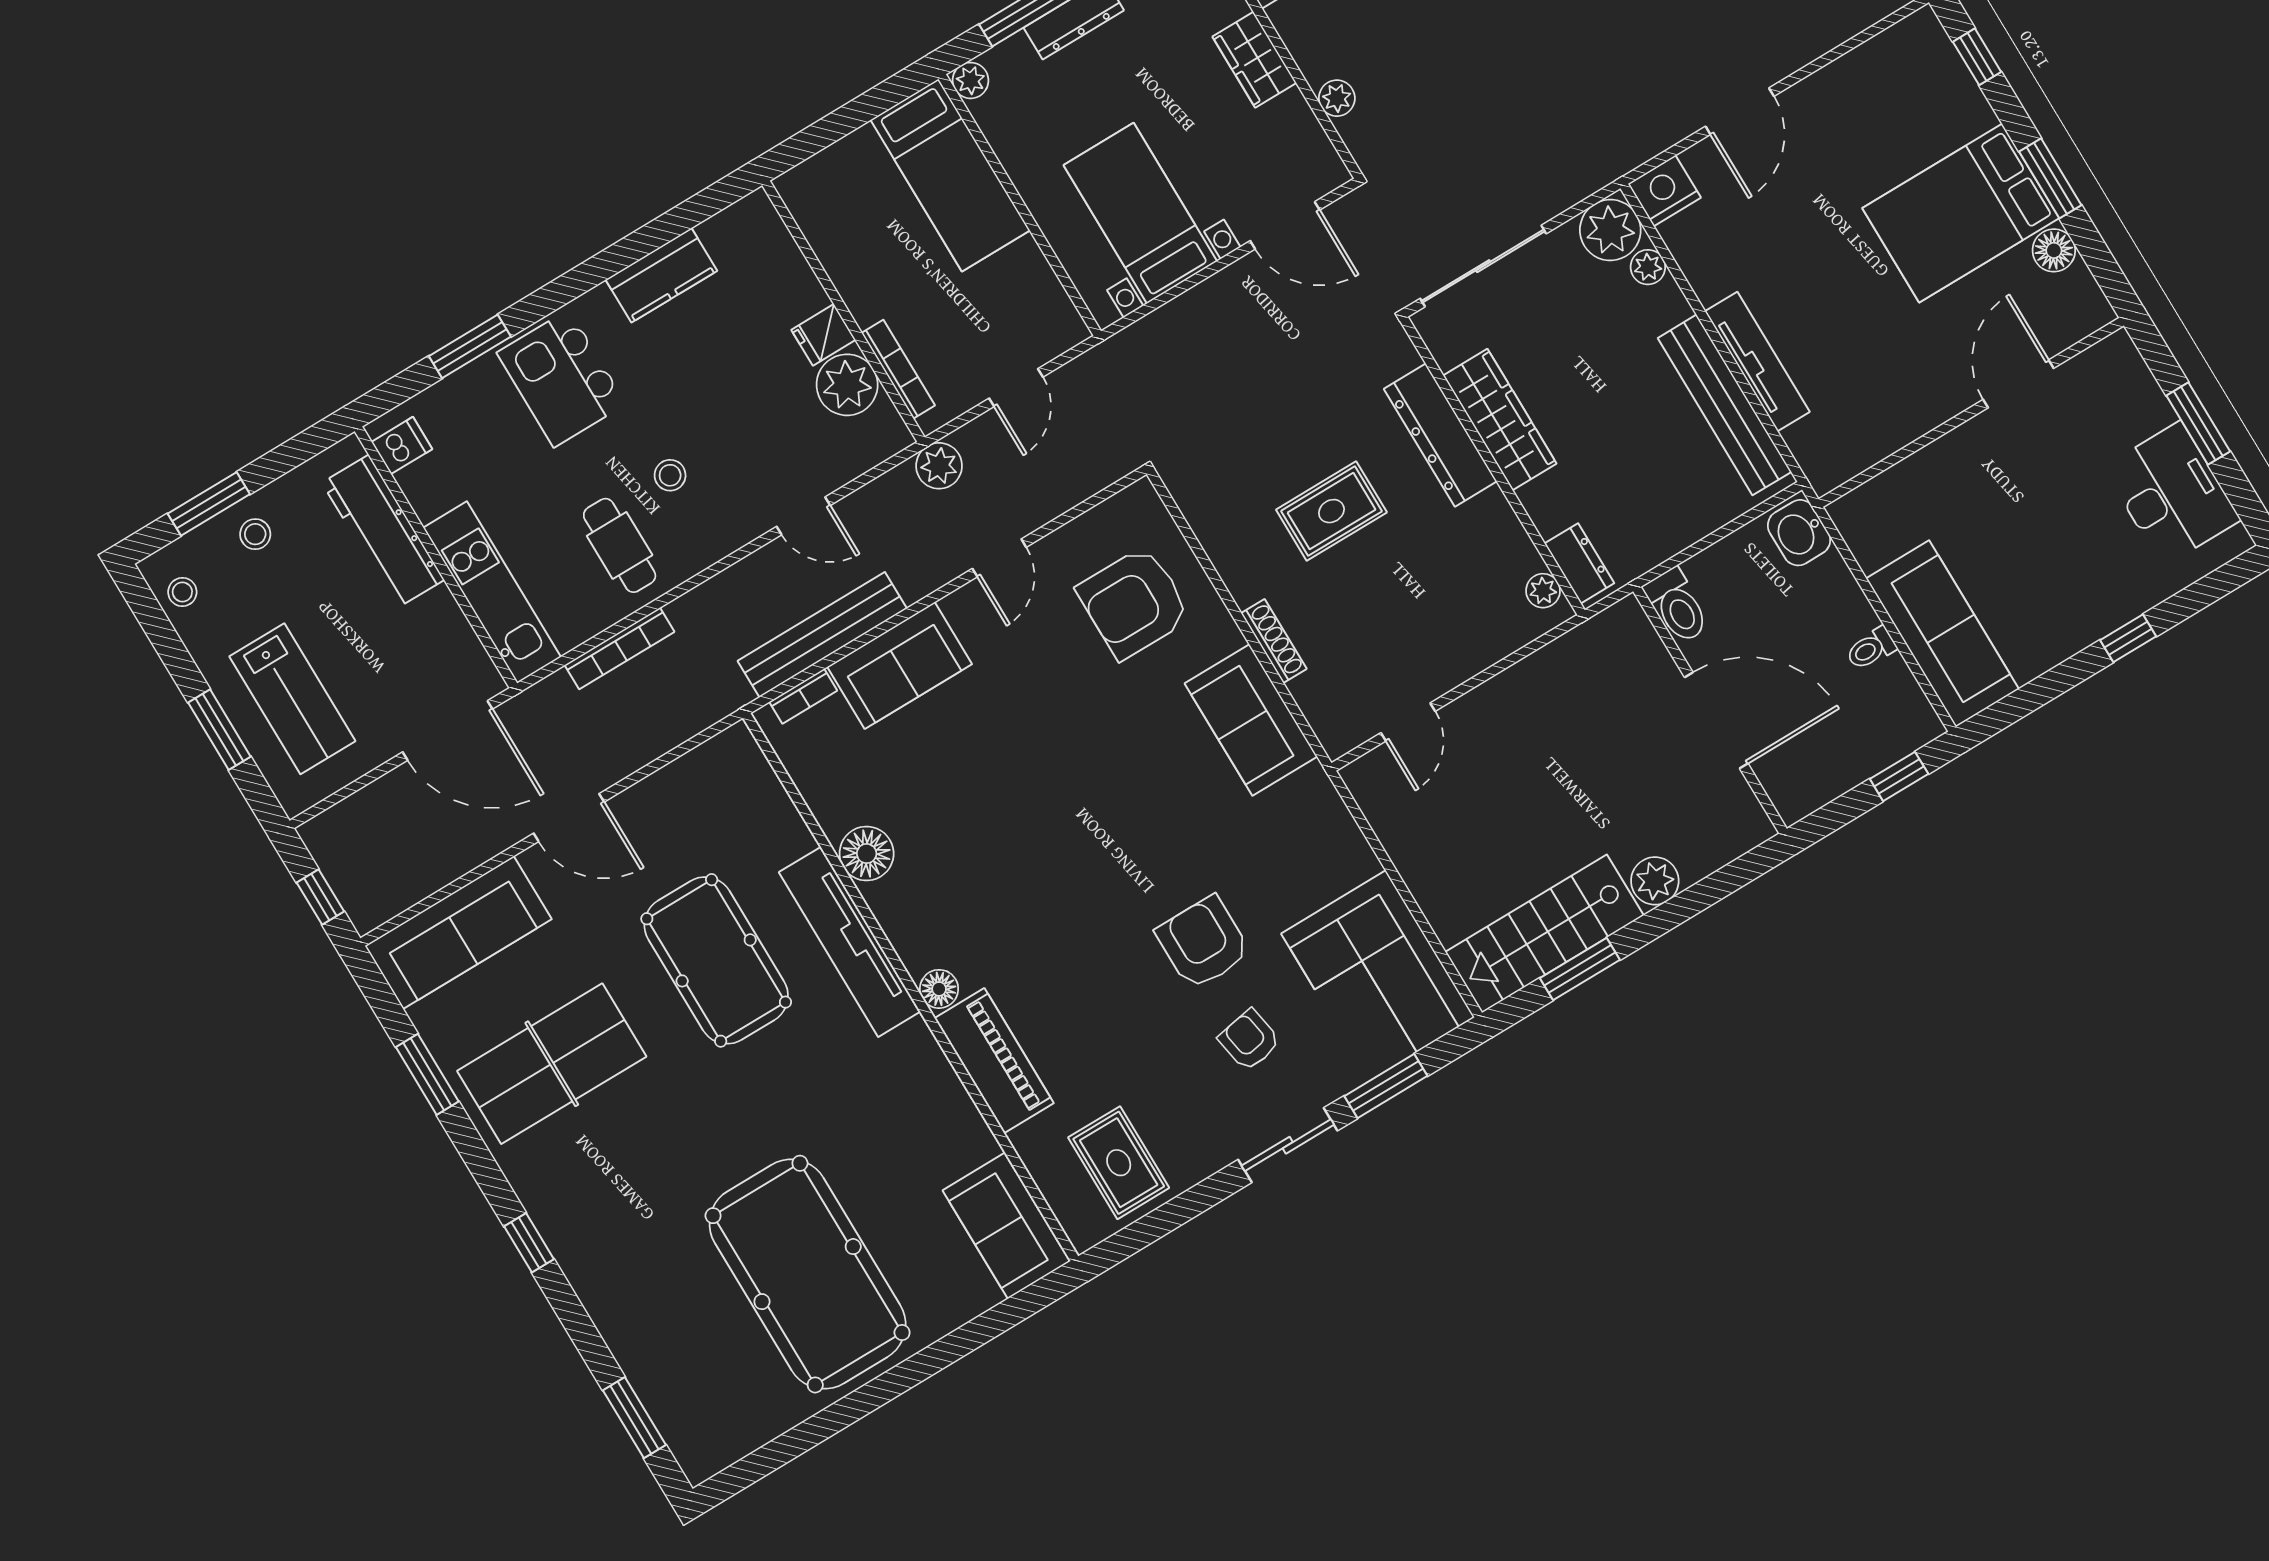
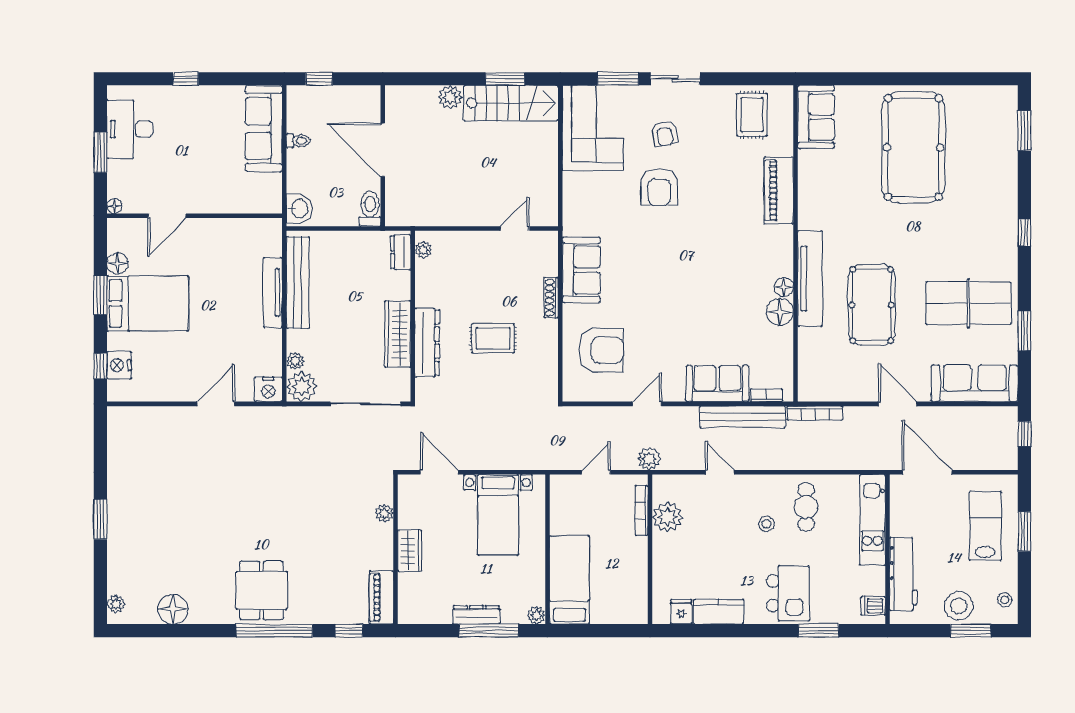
nightstand: (1946, 78) -> (119, 365), added
fridge: (823, 335) -> (681, 612), moved, turned -90
floor lamp: (2119, 346) -> (114, 206), added
stool: (255, 534) -> (959, 606), width x1.89, depth x1.89
bookcase: (620, 648) -> (815, 413), moved, turned 180
floor lamp: (939, 989) -> (784, 287), moved

